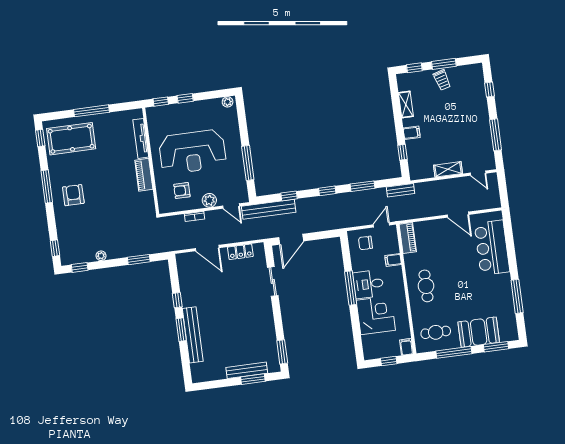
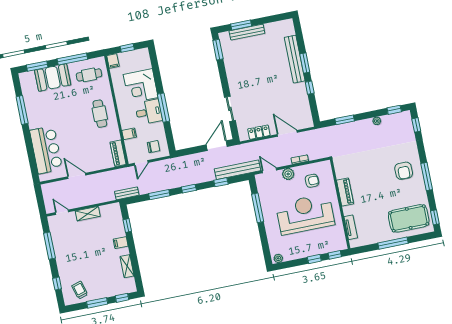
trolley: (442, 80) -> (80, 290), moved
tv unit: (141, 138) -> (351, 227), width x0.71

